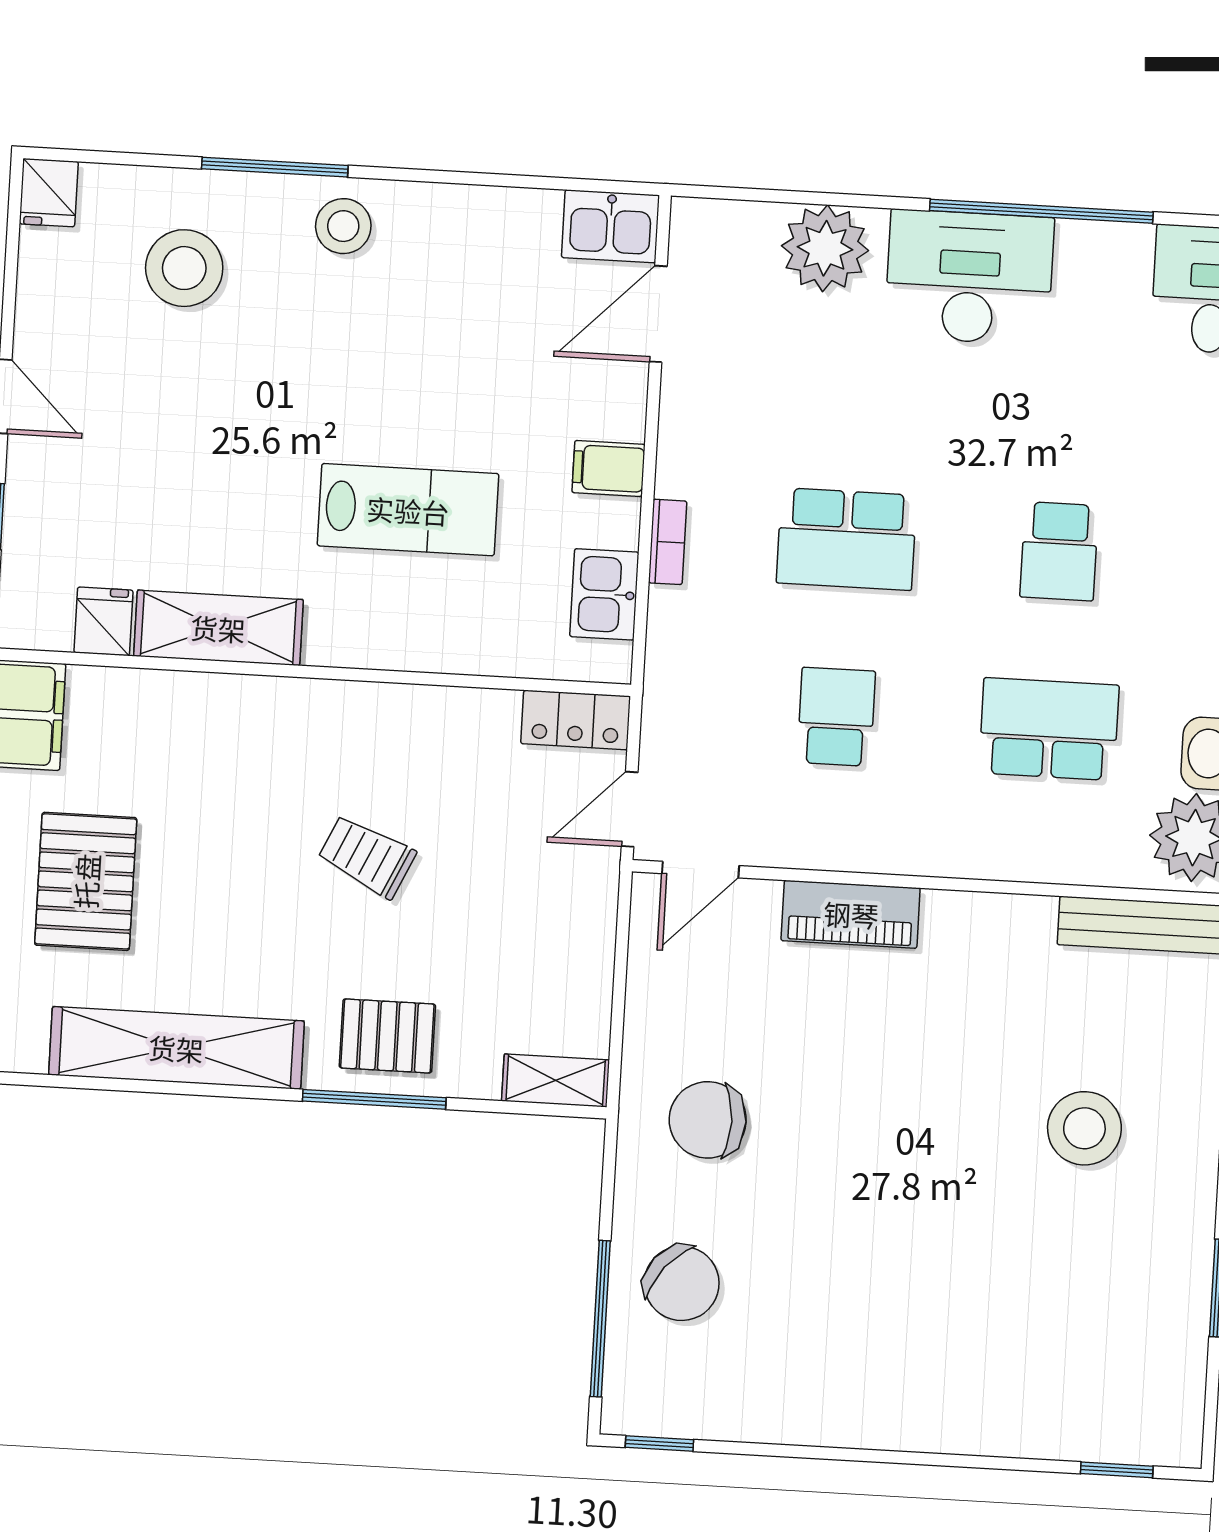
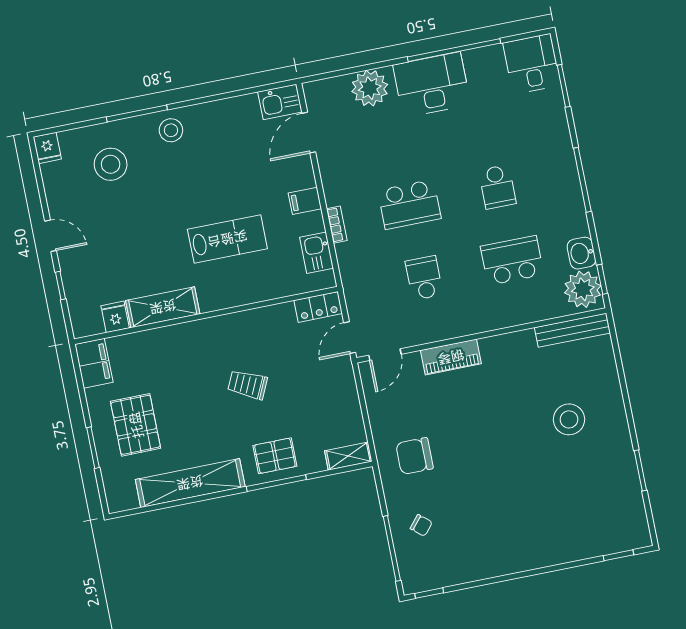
chair: (682, 1283) -> (421, 525), width x0.54, depth x0.54

